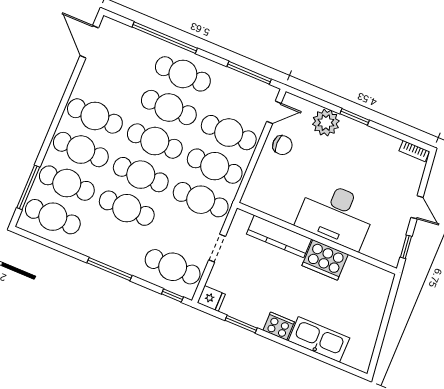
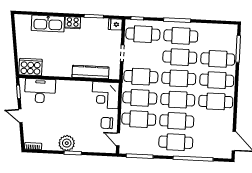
door: (274, 112) -> (118, 139), hinge flipped
plant: (326, 123) -> (67, 143), moved
corner desk: (268, 191) -> (105, 95), added
desk: (336, 215) -> (40, 91), moved, width x0.73, depth x0.77
cafe table: (53, 217) -> (181, 36), moved
cooker: (325, 260) -> (31, 67), moved

